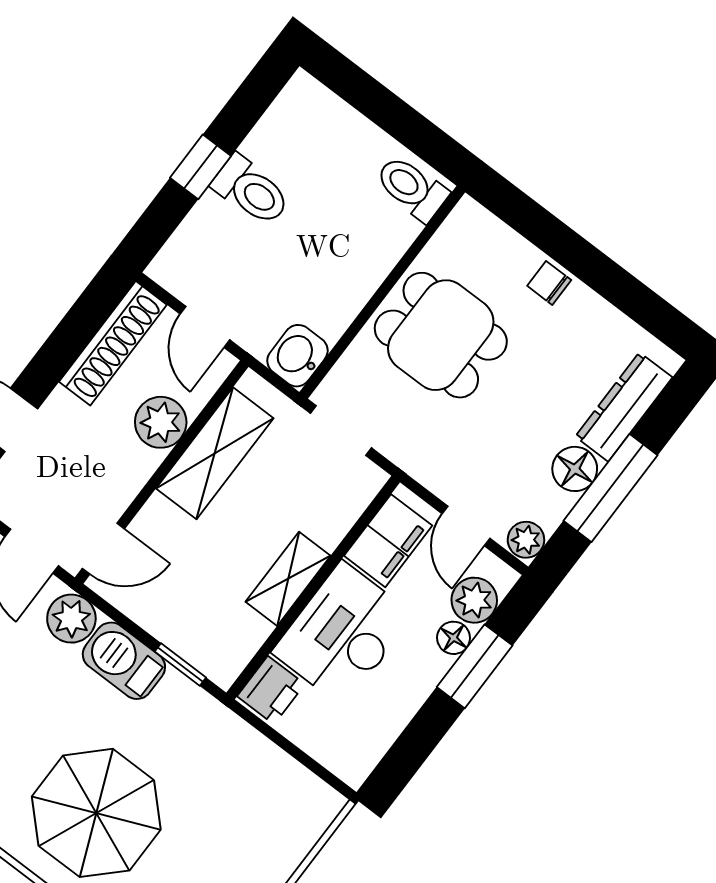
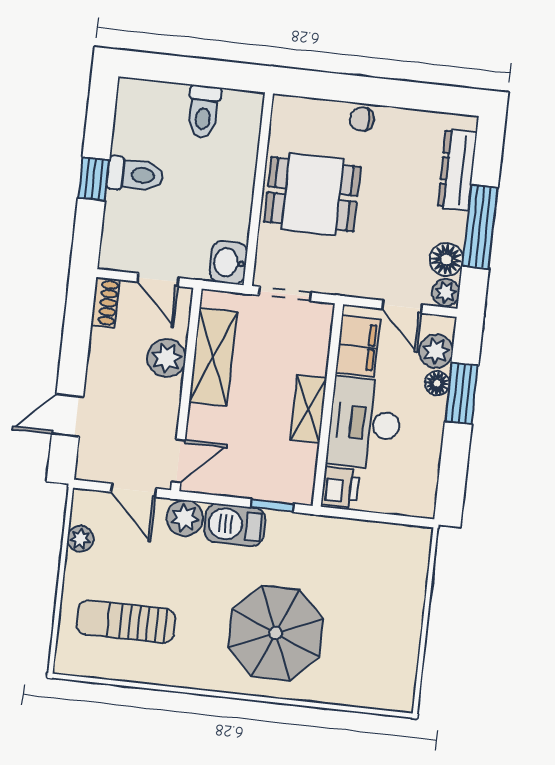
toilet: (412, 188) -> (203, 112), moved, turned -90
shoe rack: (113, 343) -> (105, 302), width x0.51, depth x0.81
floor lamp: (575, 469) -> (446, 260), moved

